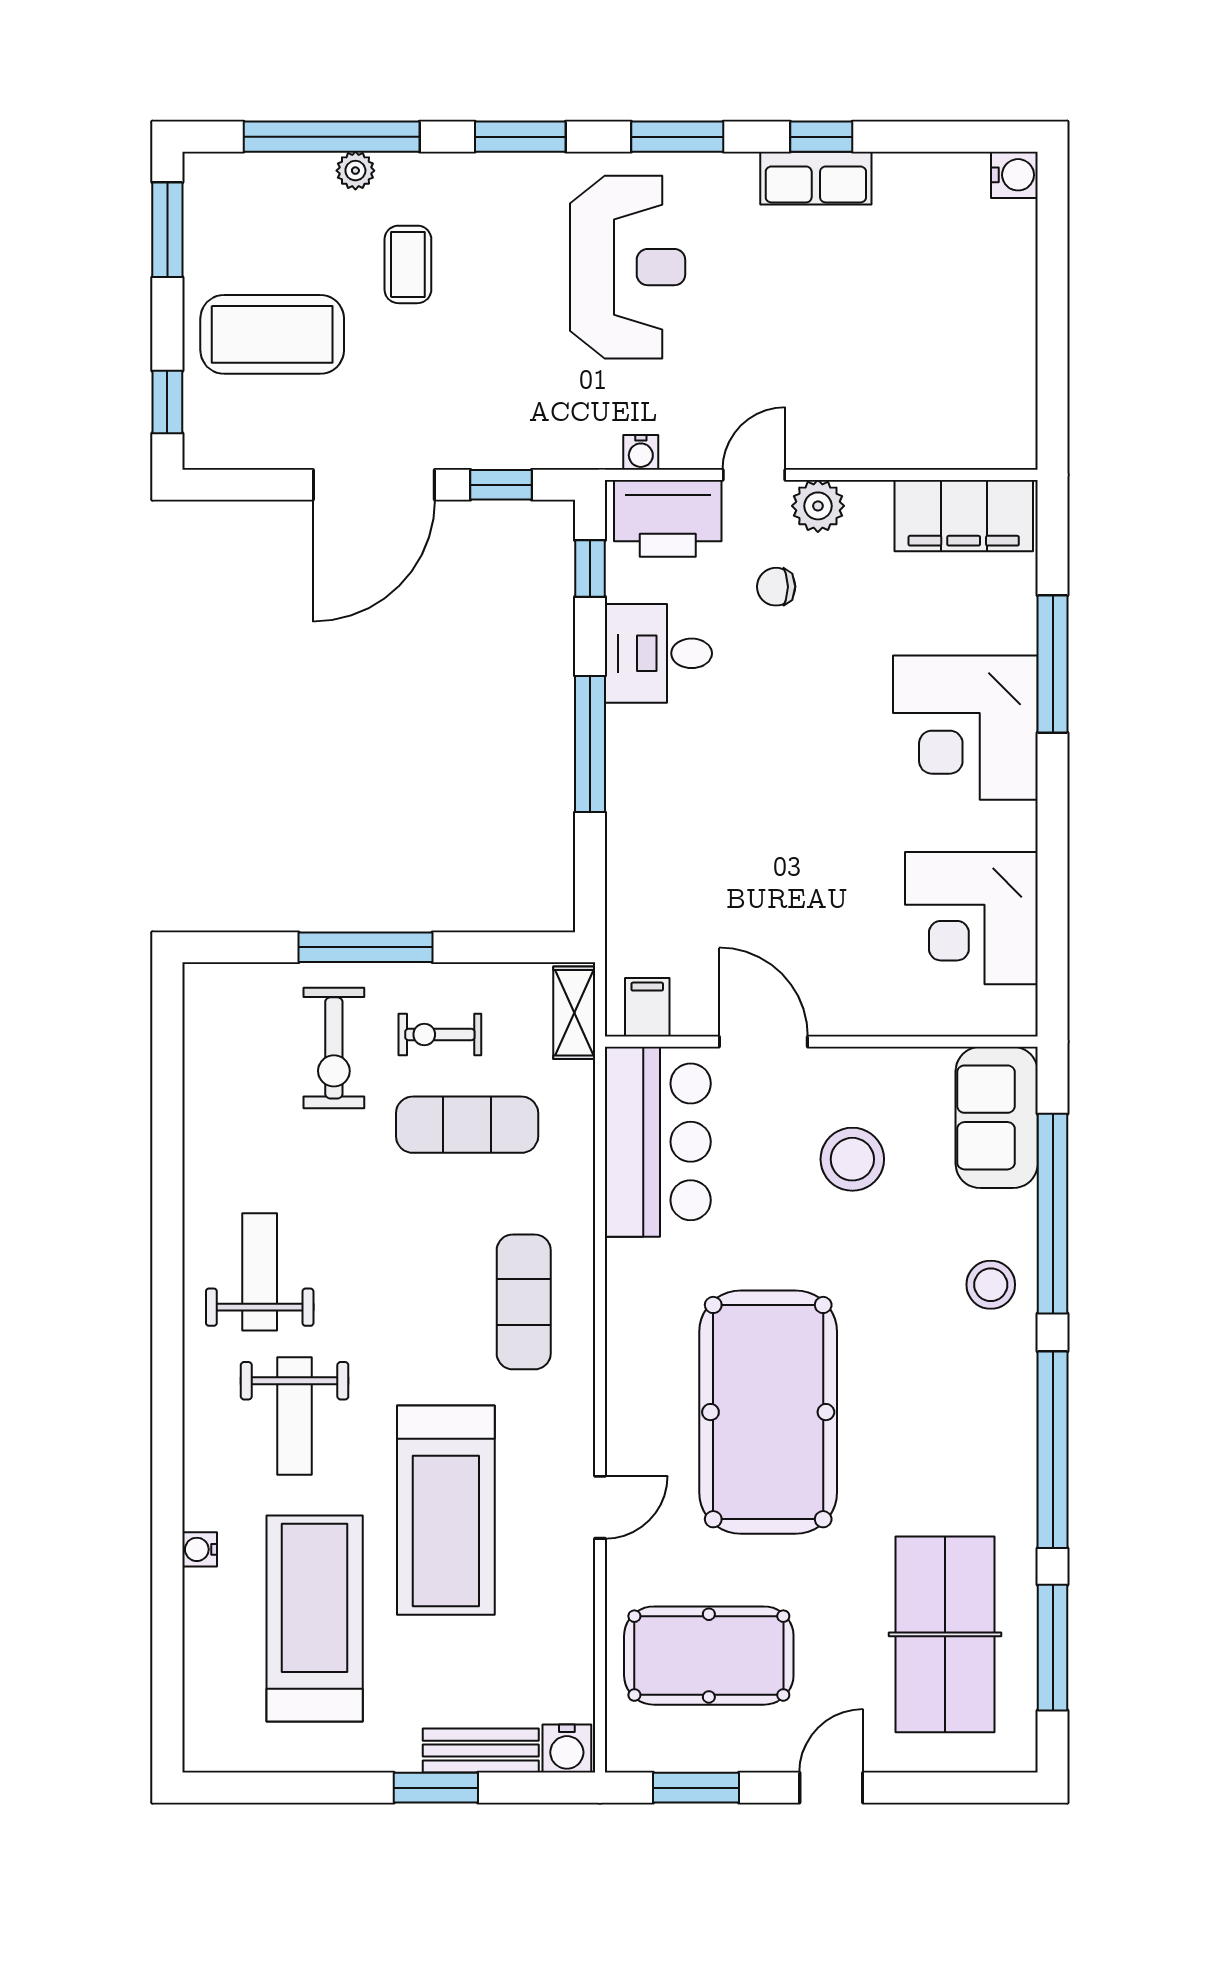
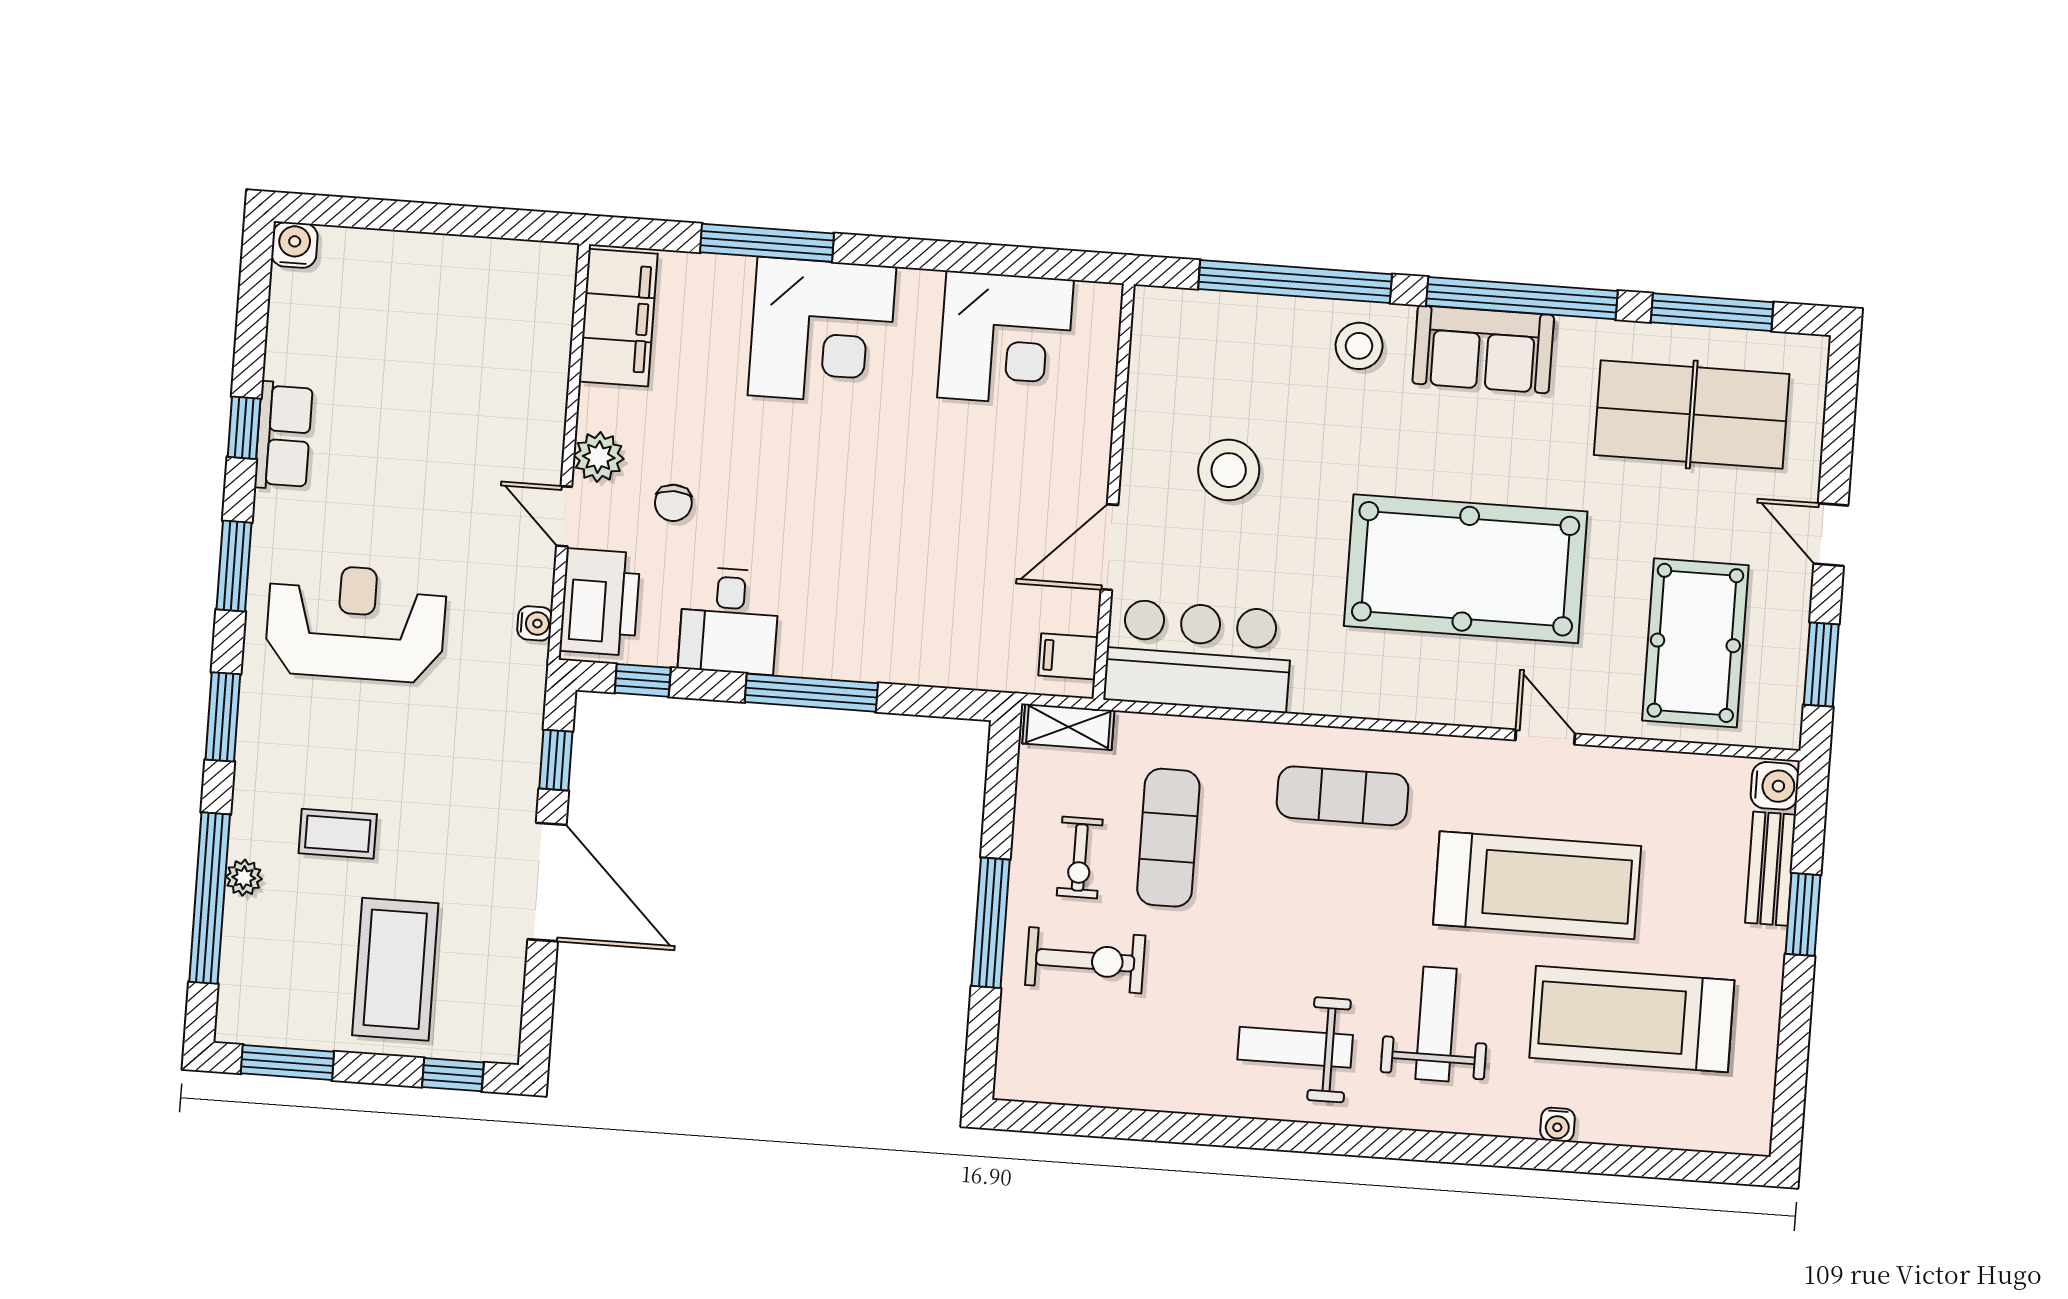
sofa: (997, 1117) -> (1483, 349), moved
weight bench: (295, 1416) -> (1436, 1024), turned -90

